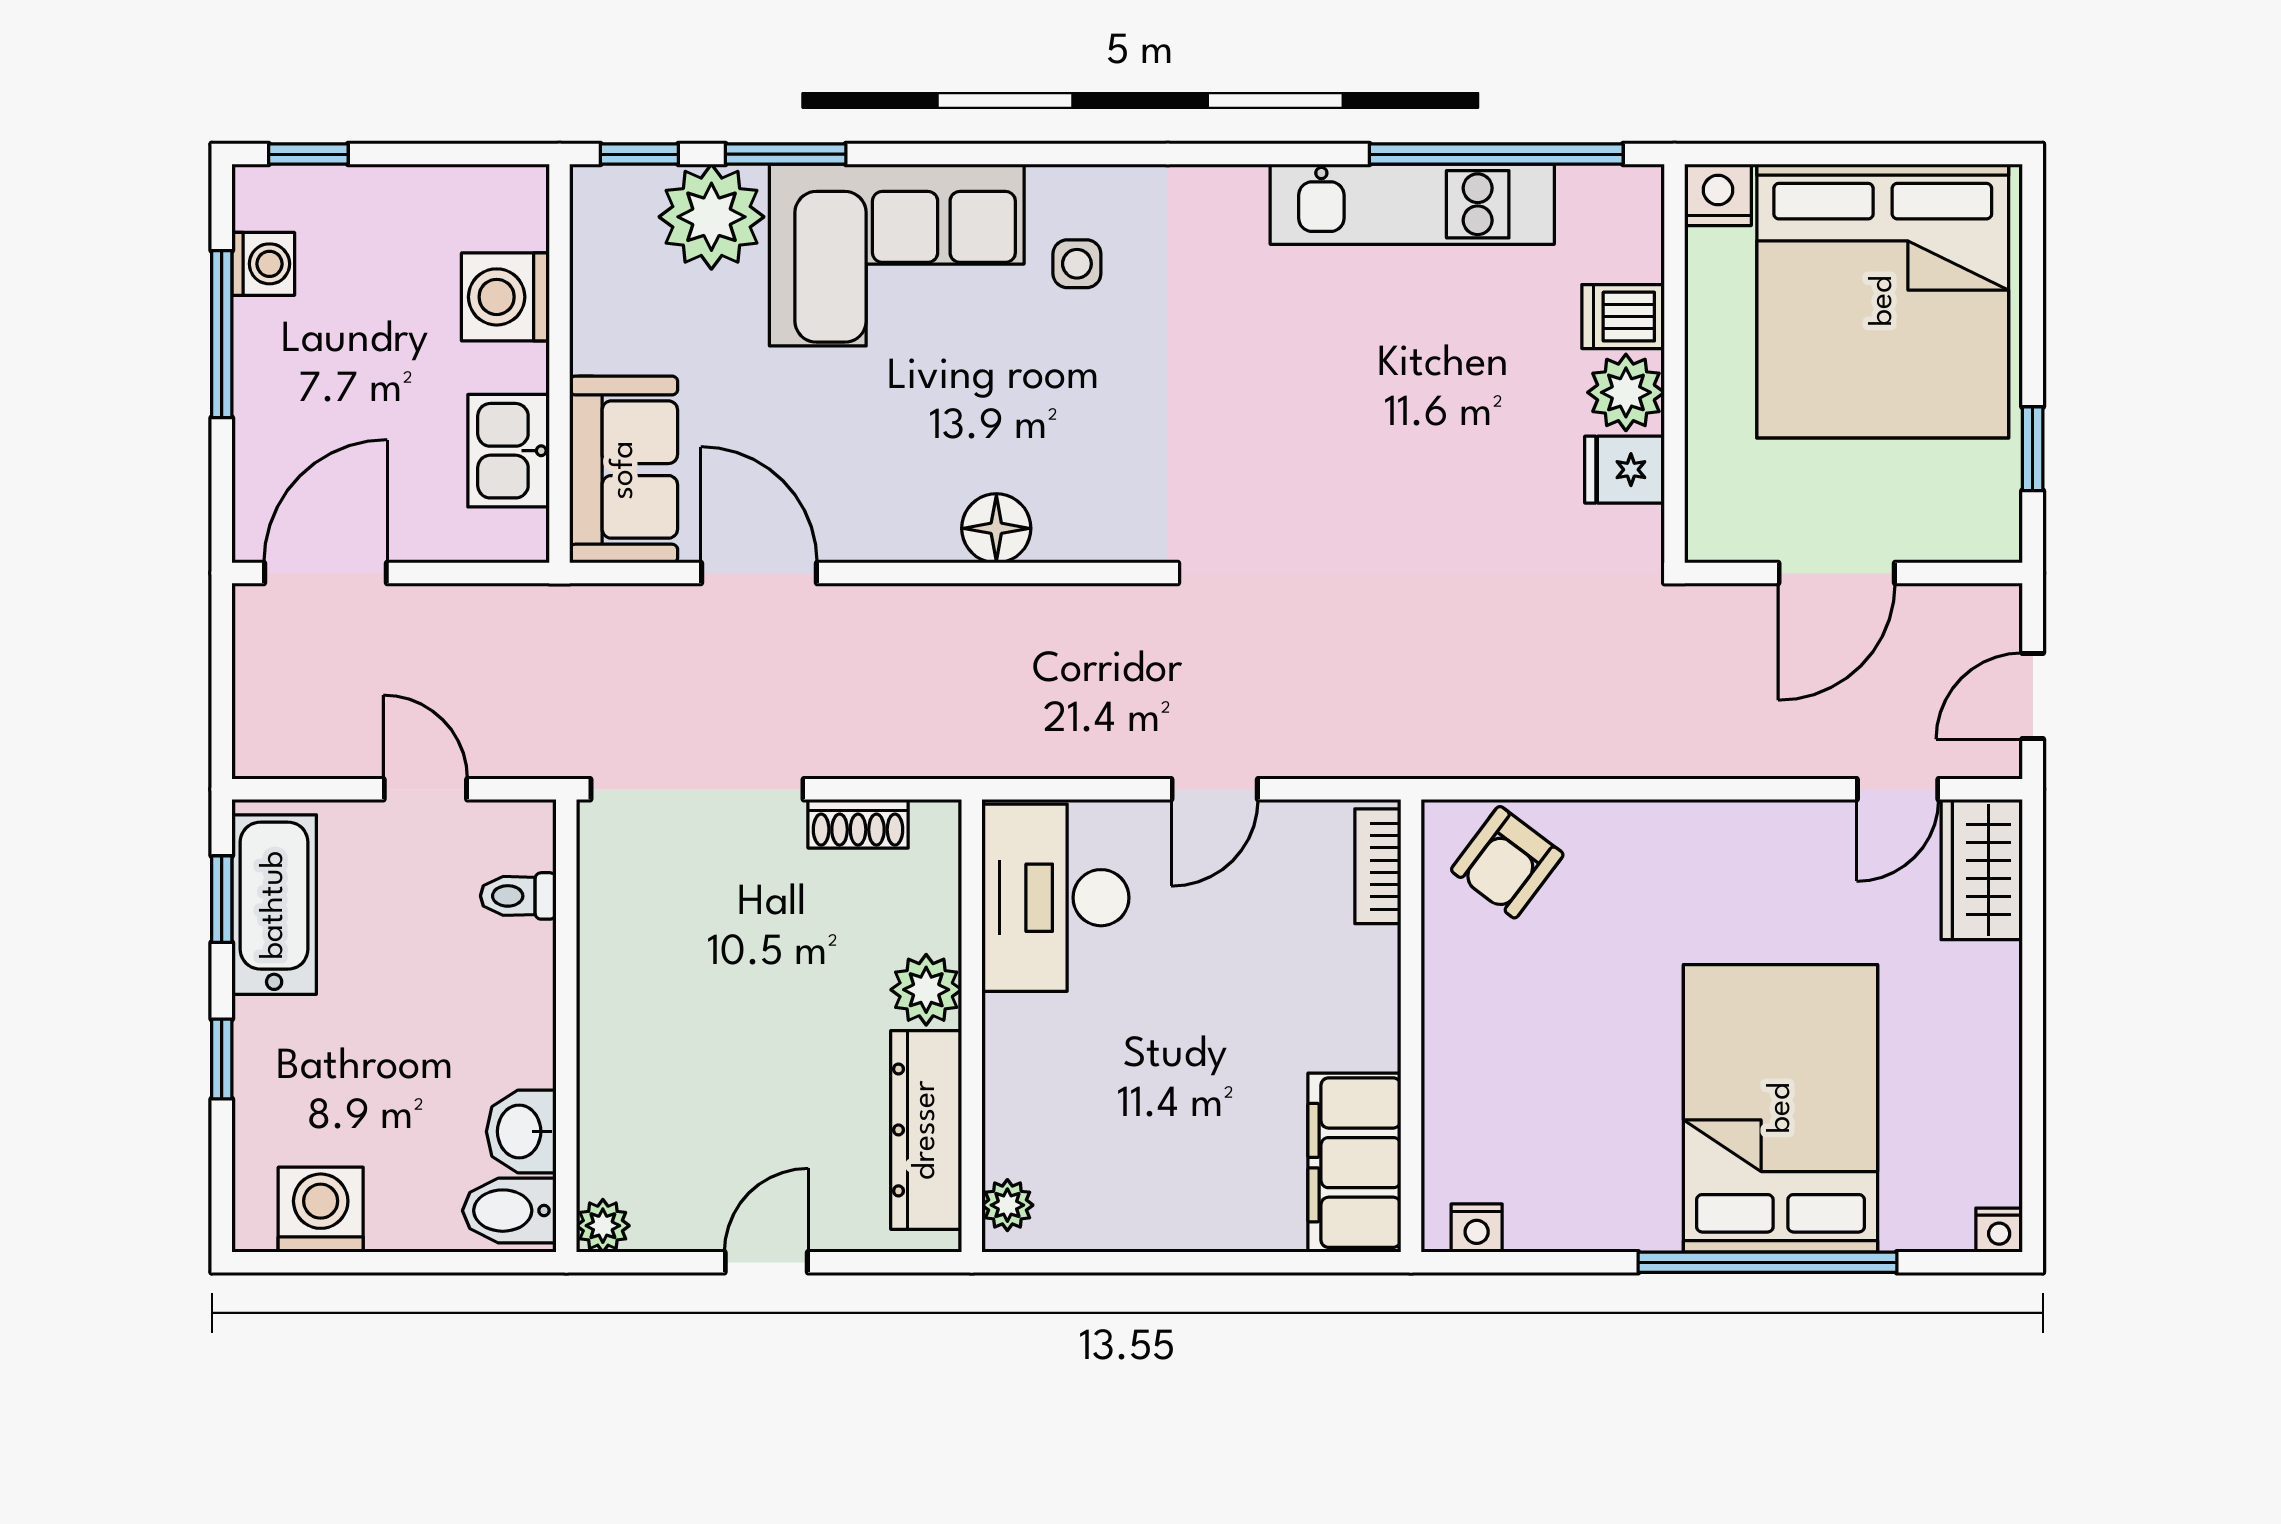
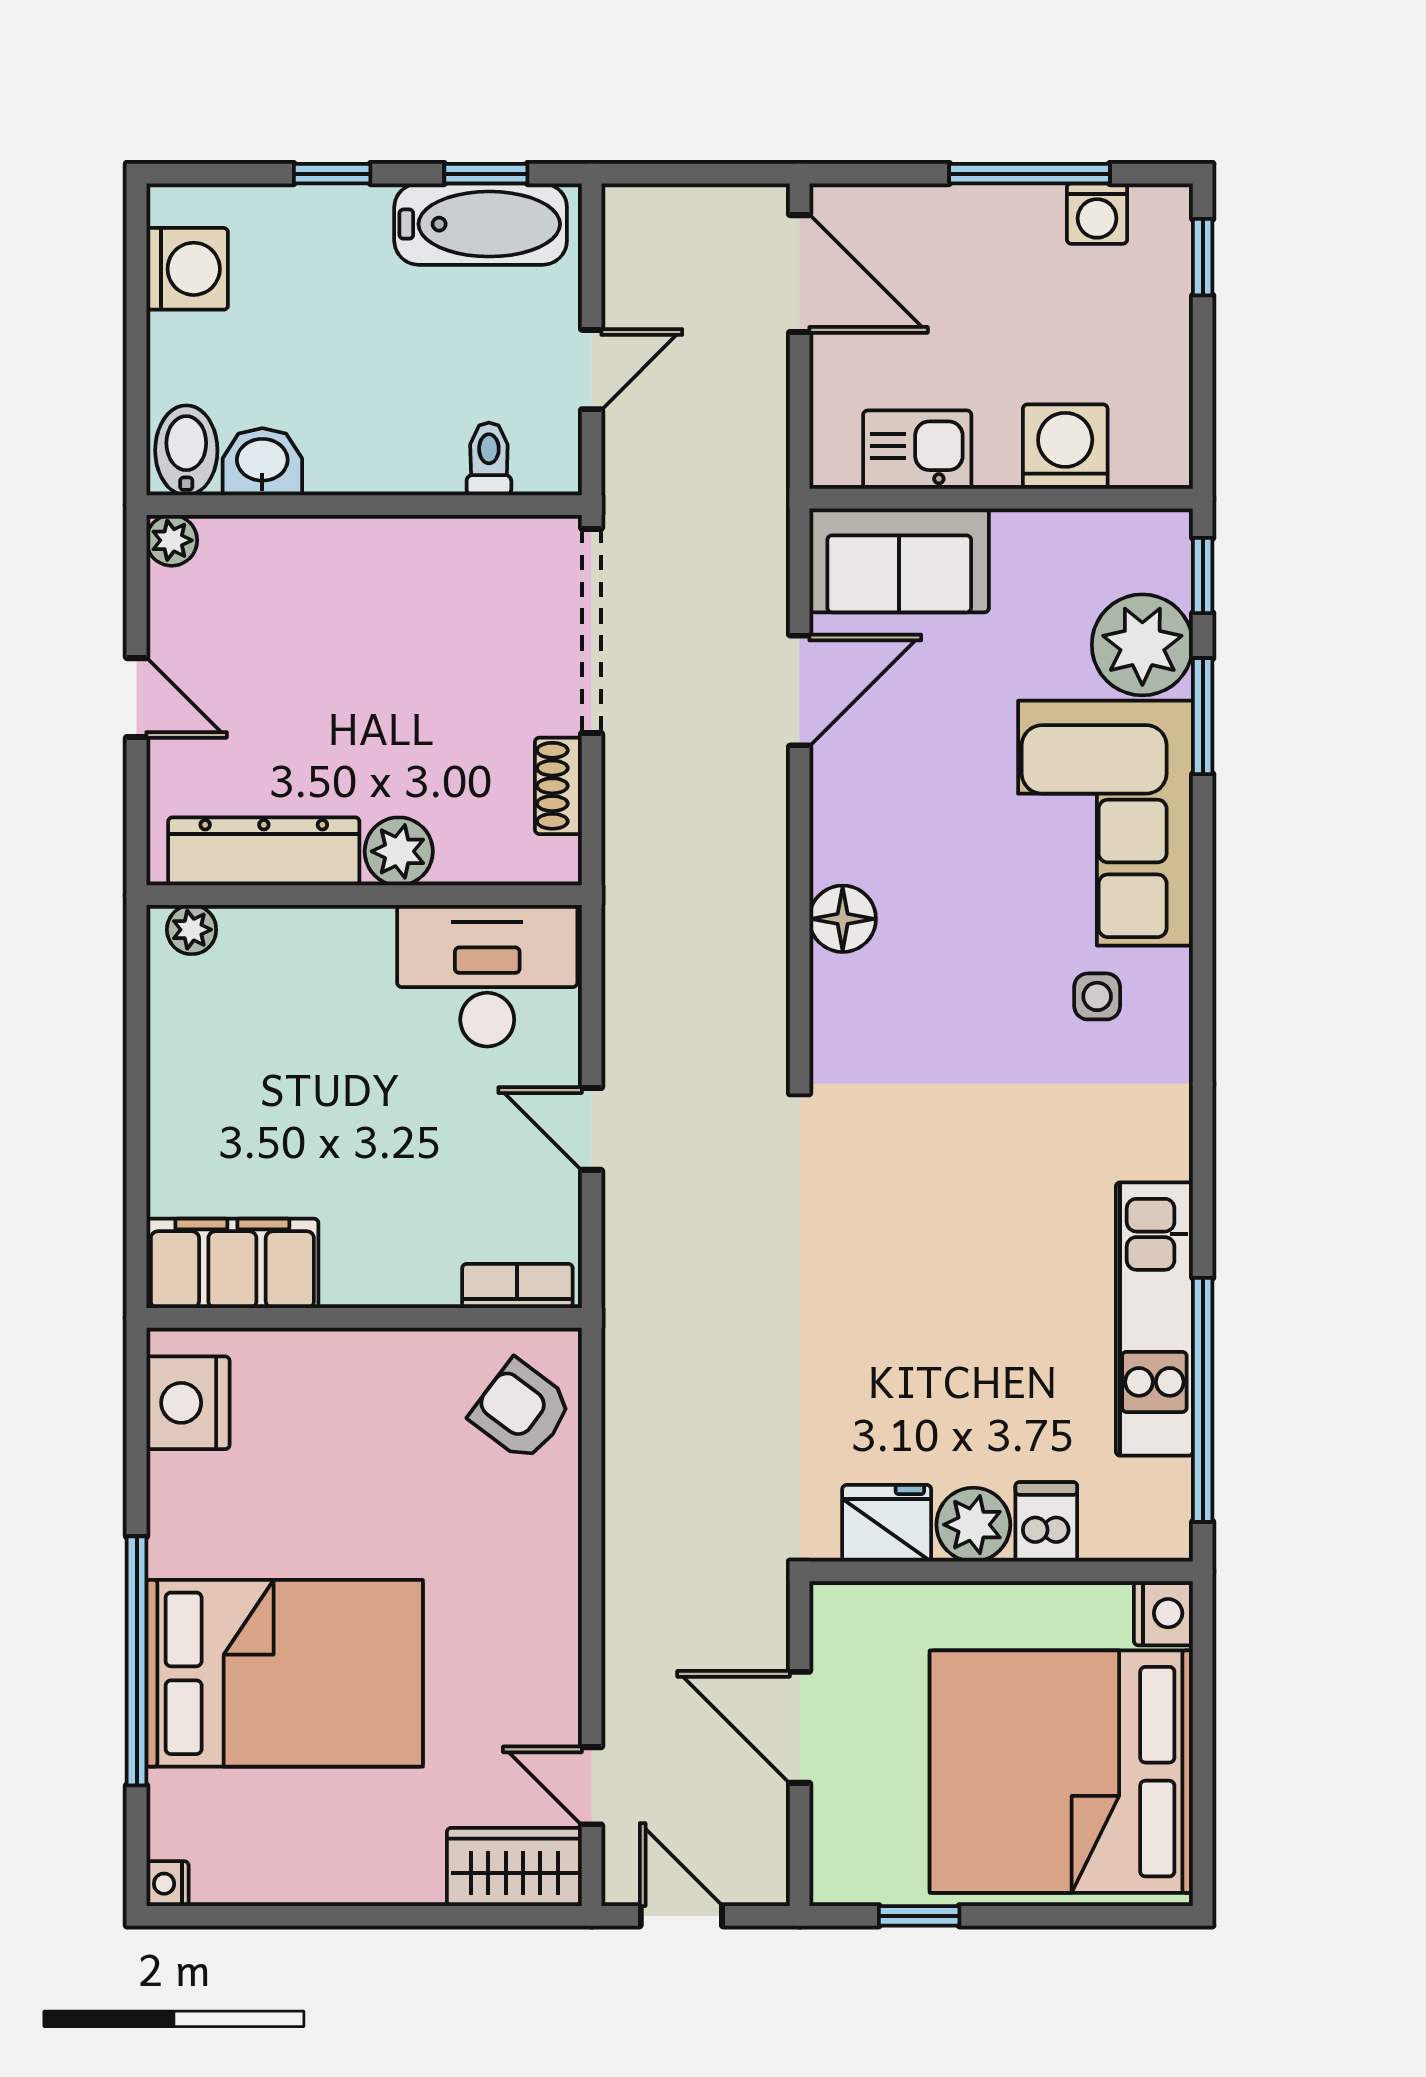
fridge: (1625, 470) -> (887, 1523), width x1.38
nightstand: (1477, 1228) -> (188, 1403), width x1.89, depth x1.79

